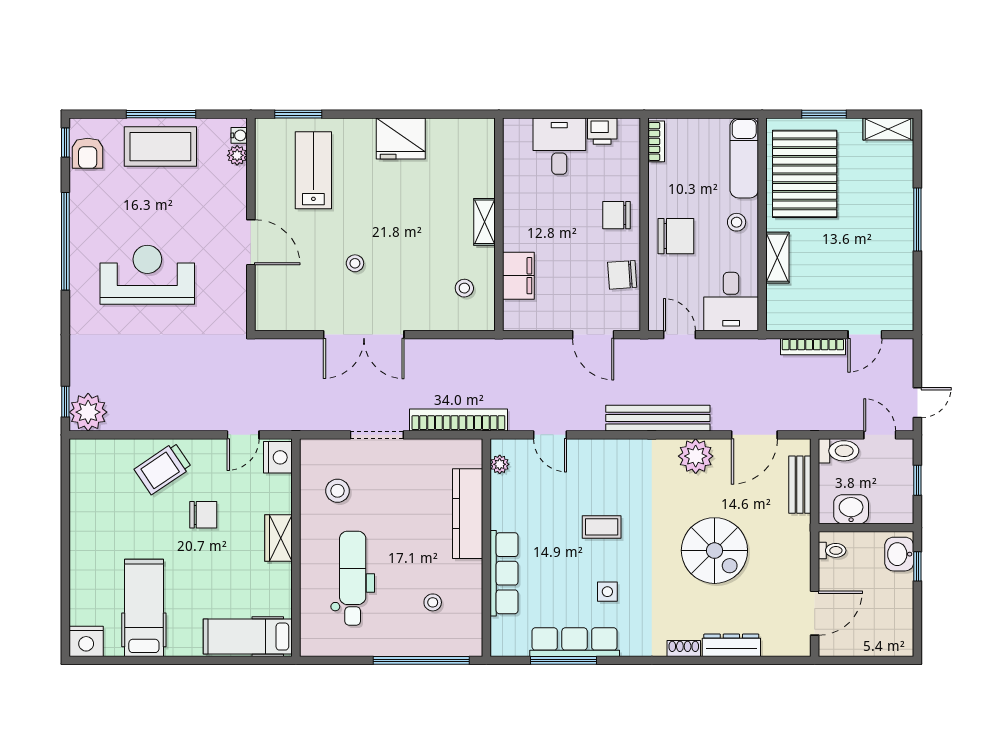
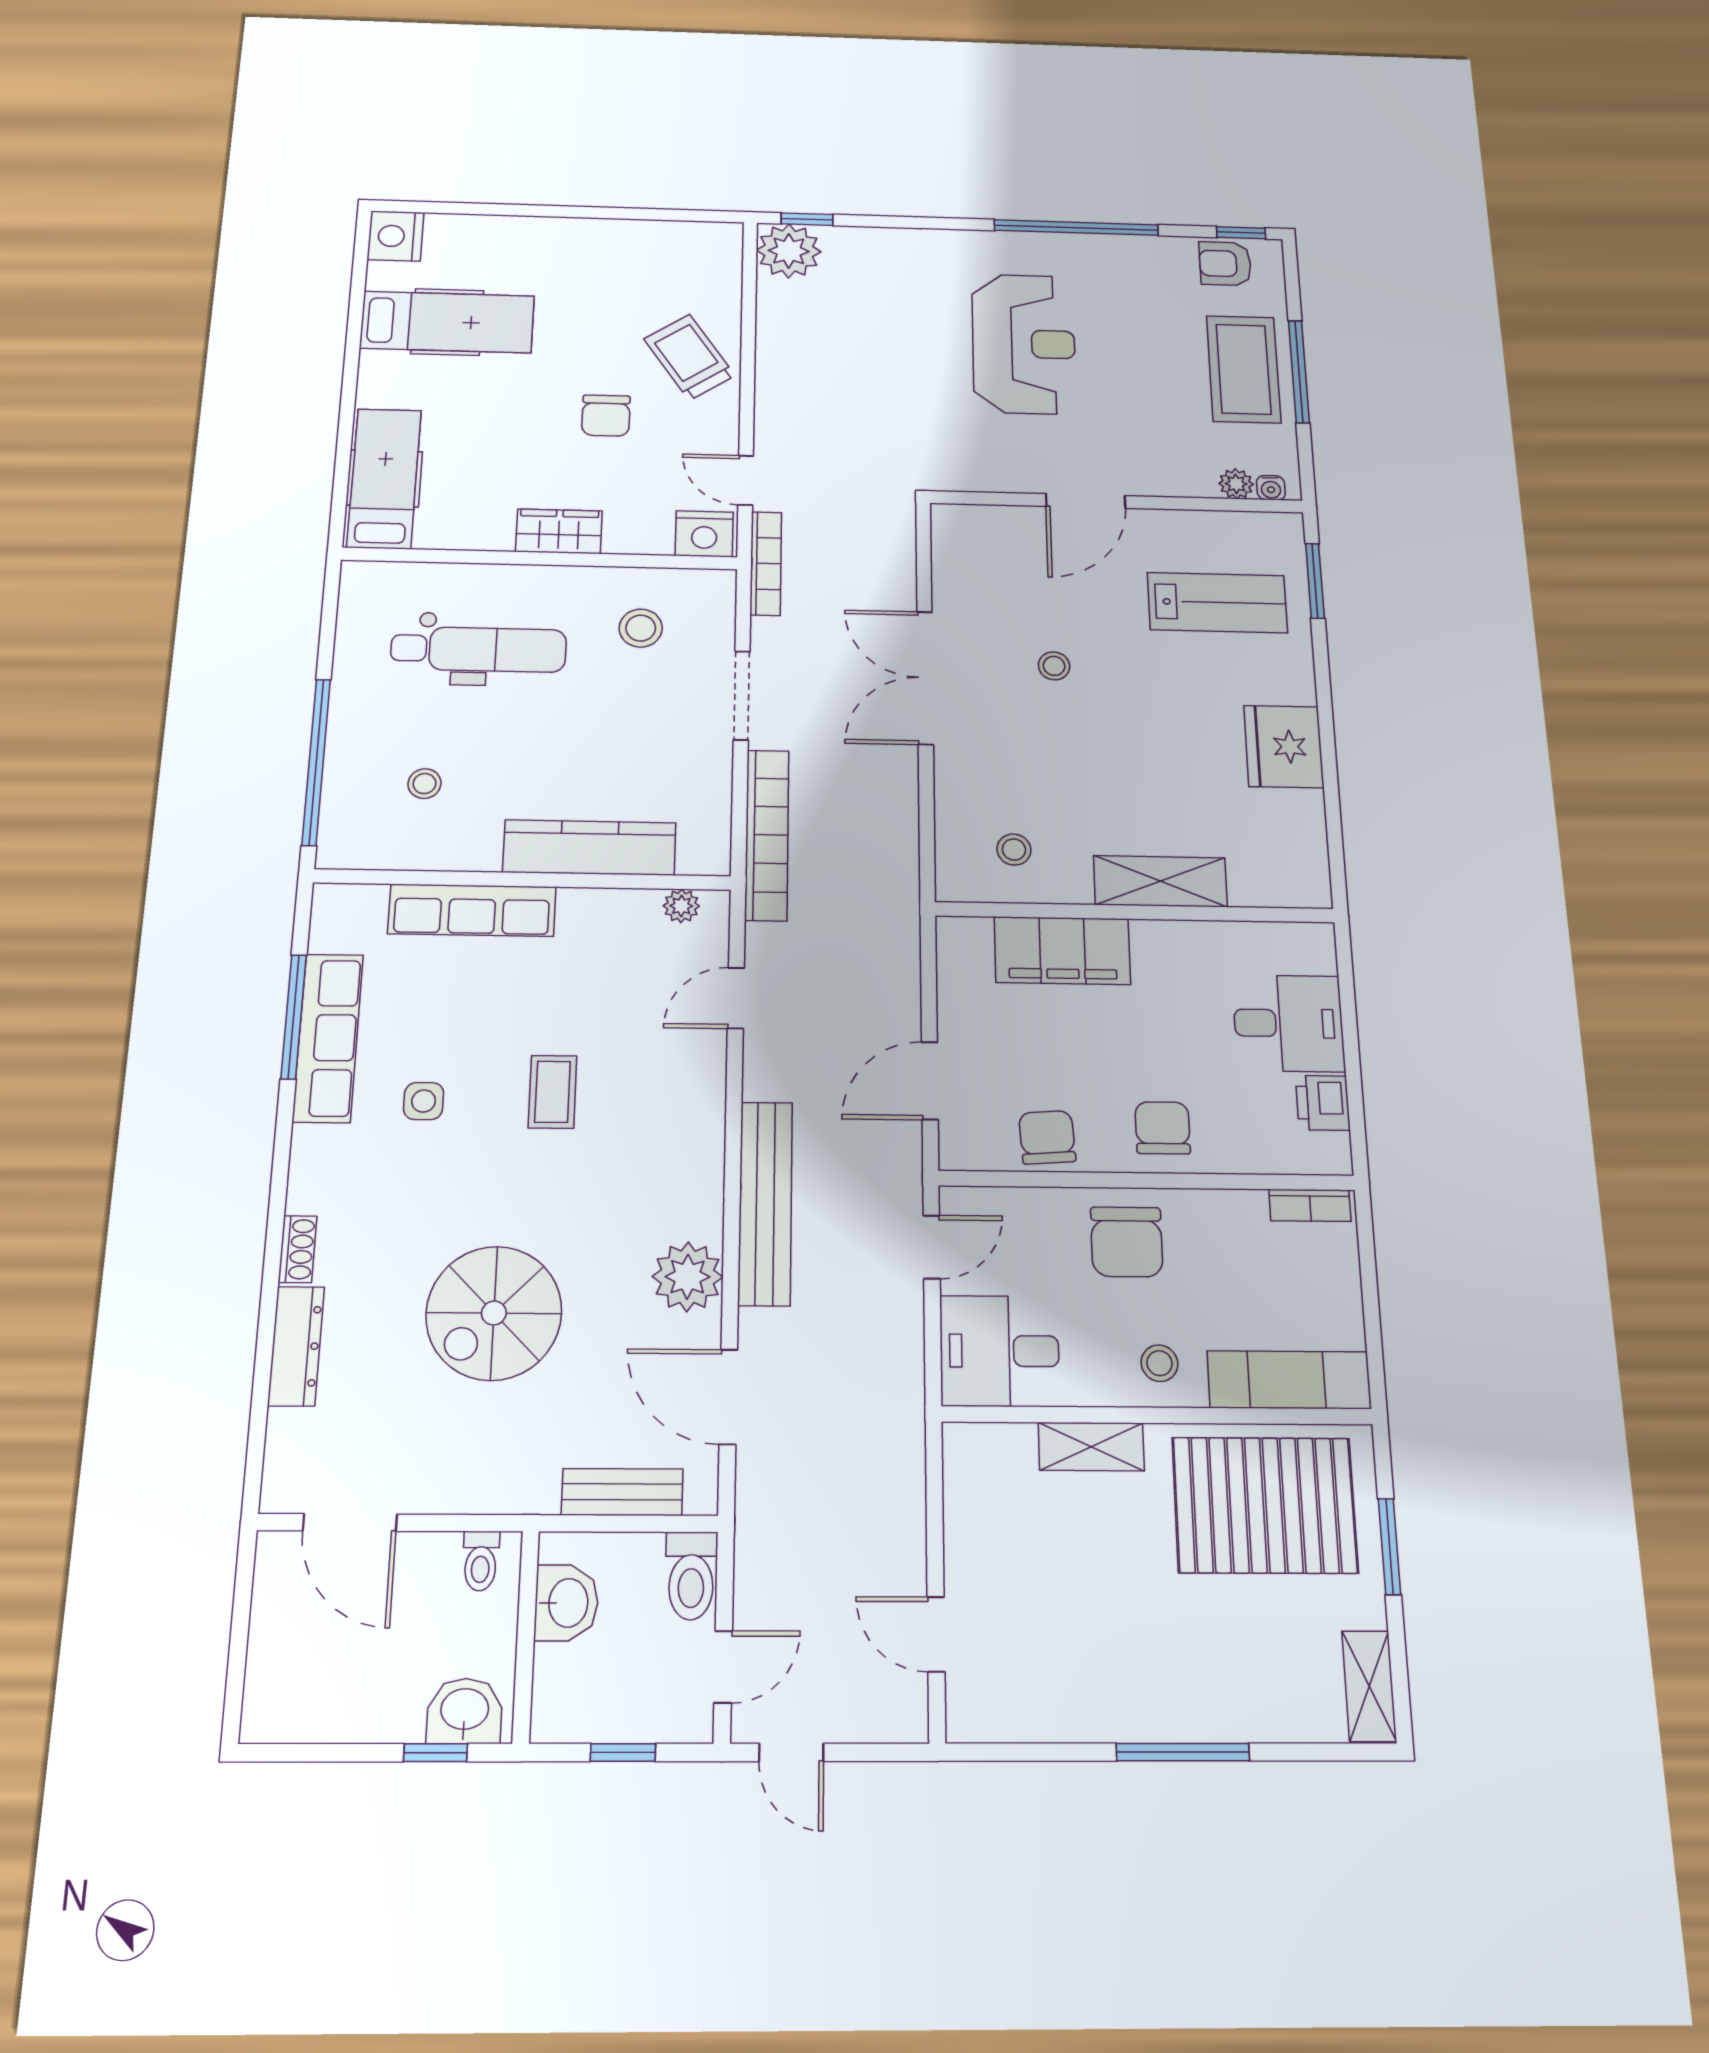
shelving: (485, 222) -> (1160, 881), width x1.50, depth x1.33
filing cabinet: (518, 276) -> (1062, 951), width x1.50, depth x1.17
bookcase: (813, 347) -> (766, 563), moved, turned 180

